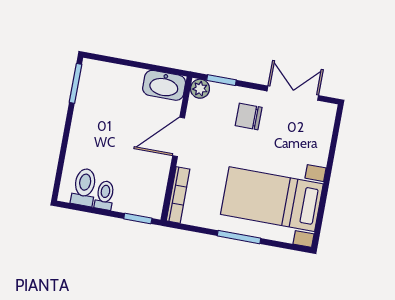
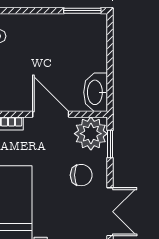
plant: (200, 89) -> (91, 134), width x1.88, depth x1.88
chair: (249, 117) -> (81, 175), turned 90

